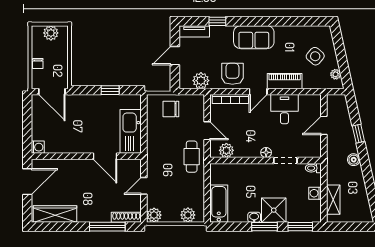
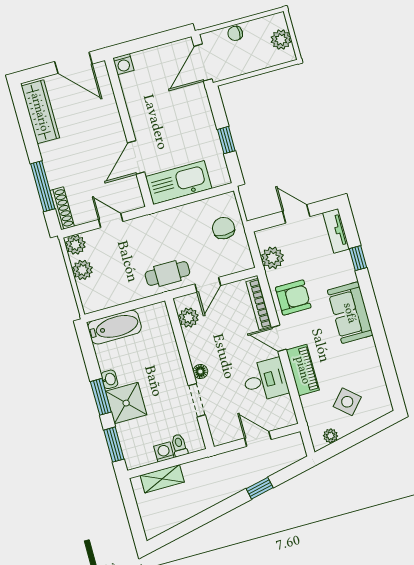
boiler: (354, 160) -> (223, 491), removed
toilet: (313, 168) -> (179, 445), moved
plant: (188, 215) -> (82, 270), moved

